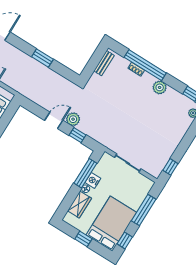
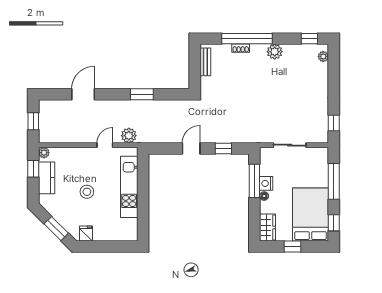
plant: (73, 119) -> (129, 136), moved
wardrobe: (79, 204) -> (268, 228), moved

